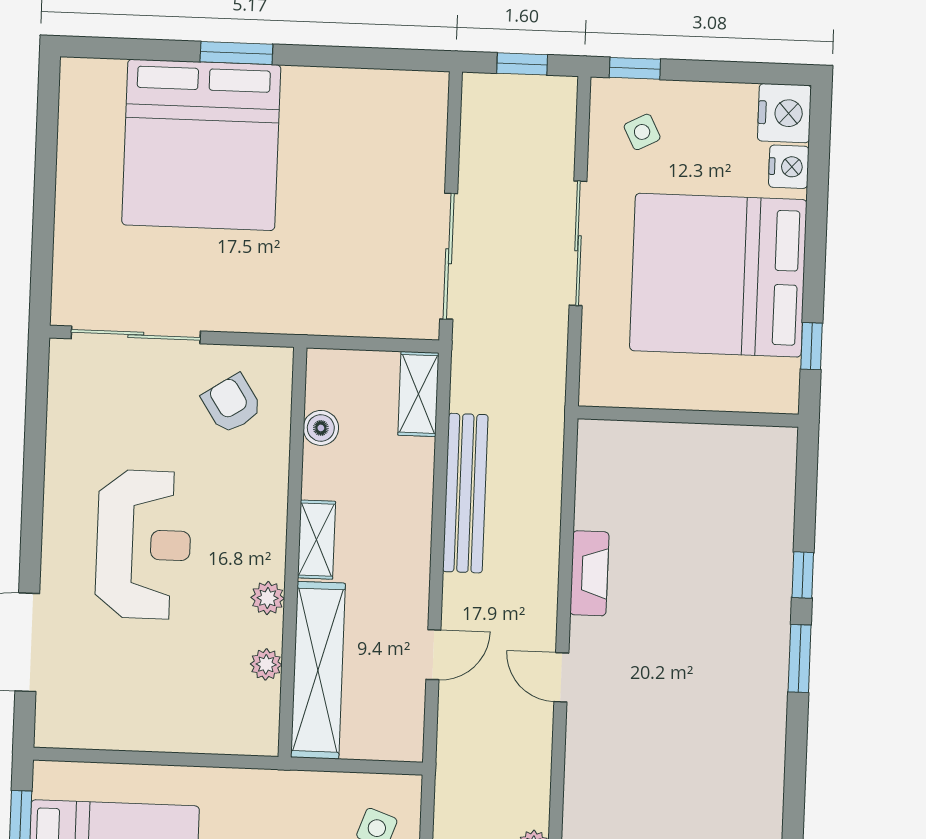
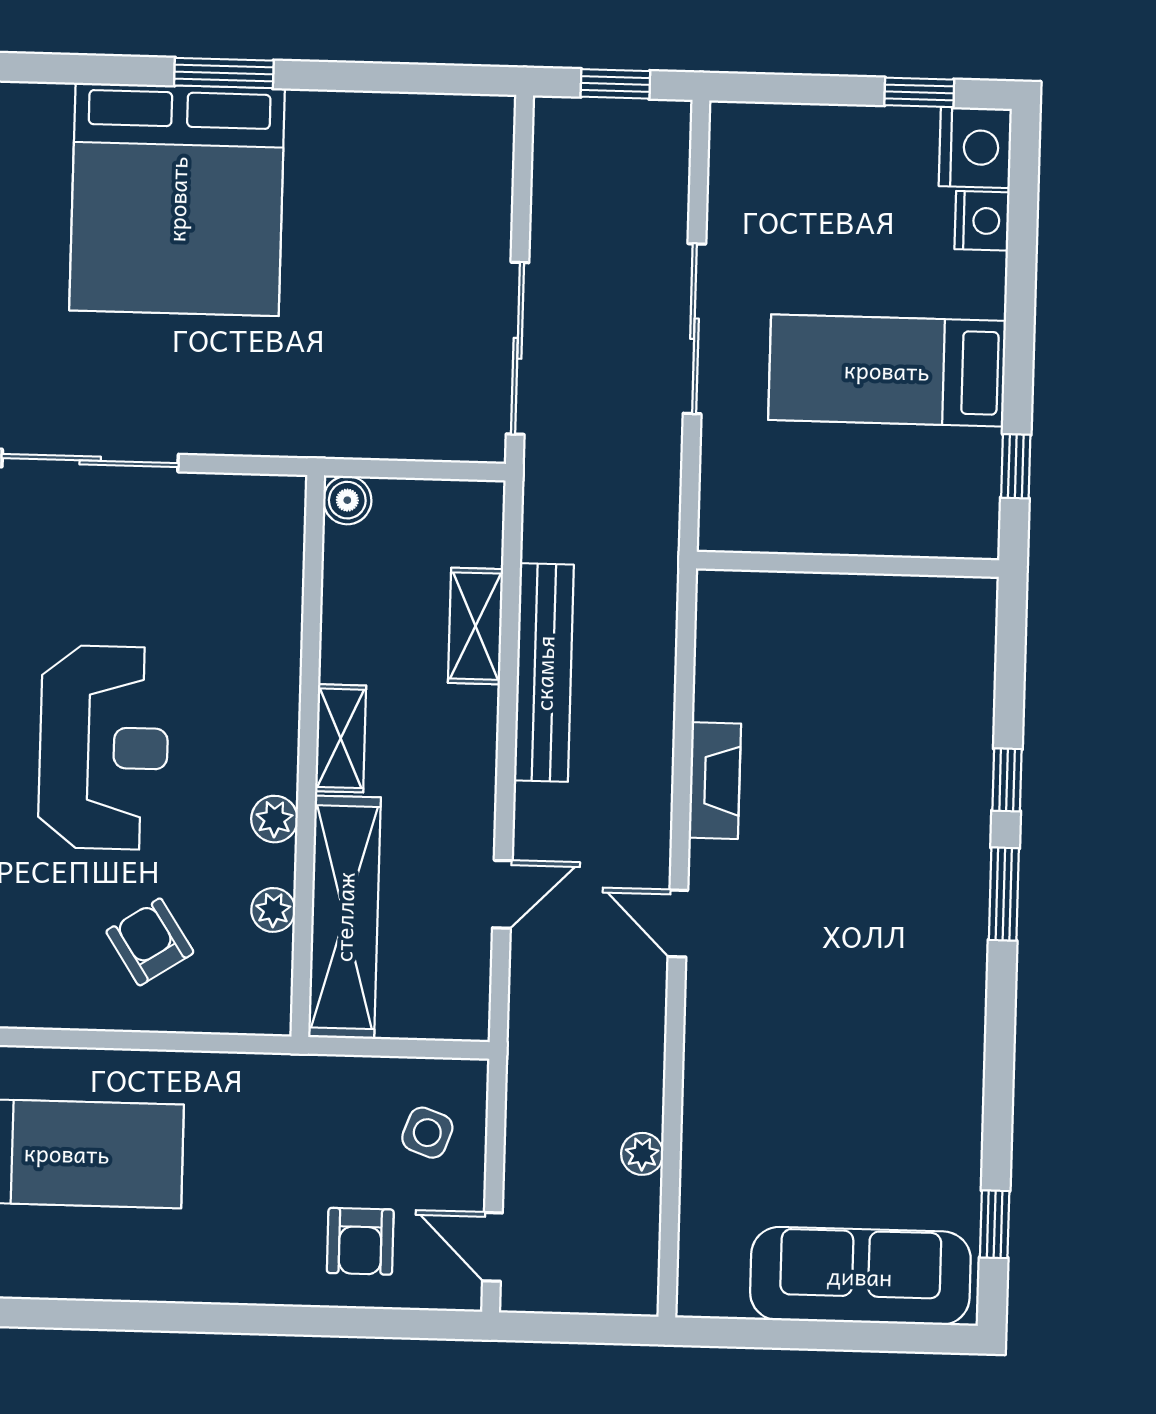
window: (635, 68) -> (919, 92), moved
side table: (642, 132) -> (781, 175), removed
bed: (718, 275) -> (887, 370), width x0.49
shelving: (418, 394) -> (476, 626), moved
armchair: (232, 404) -> (150, 942), moved
boiler: (321, 428) -> (347, 500), moved

